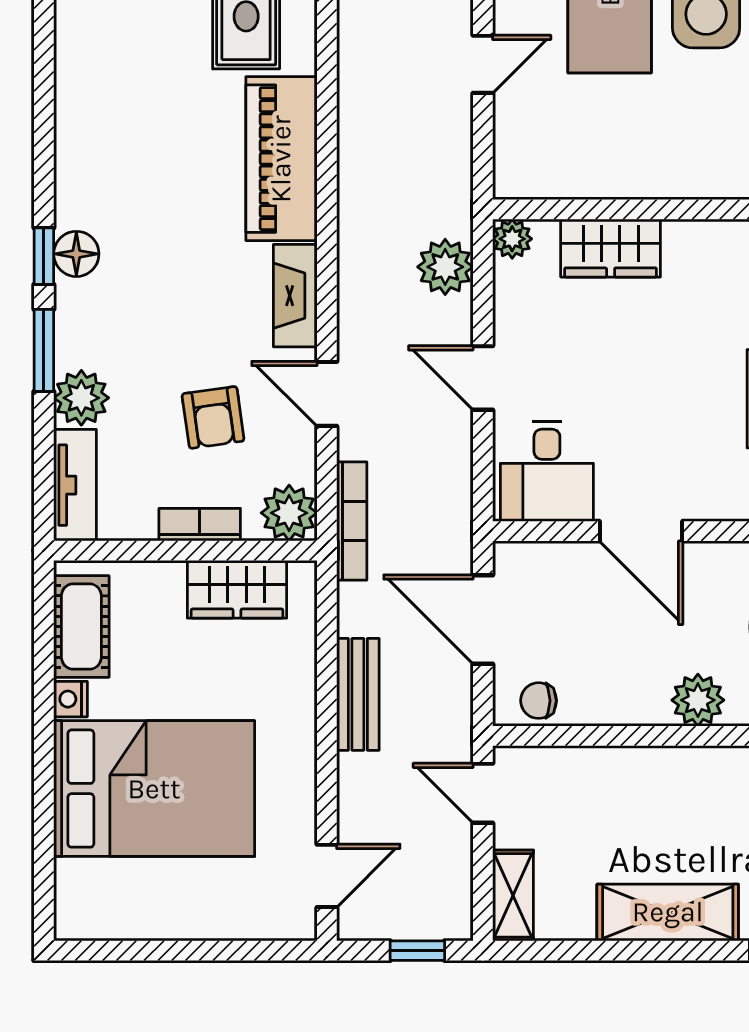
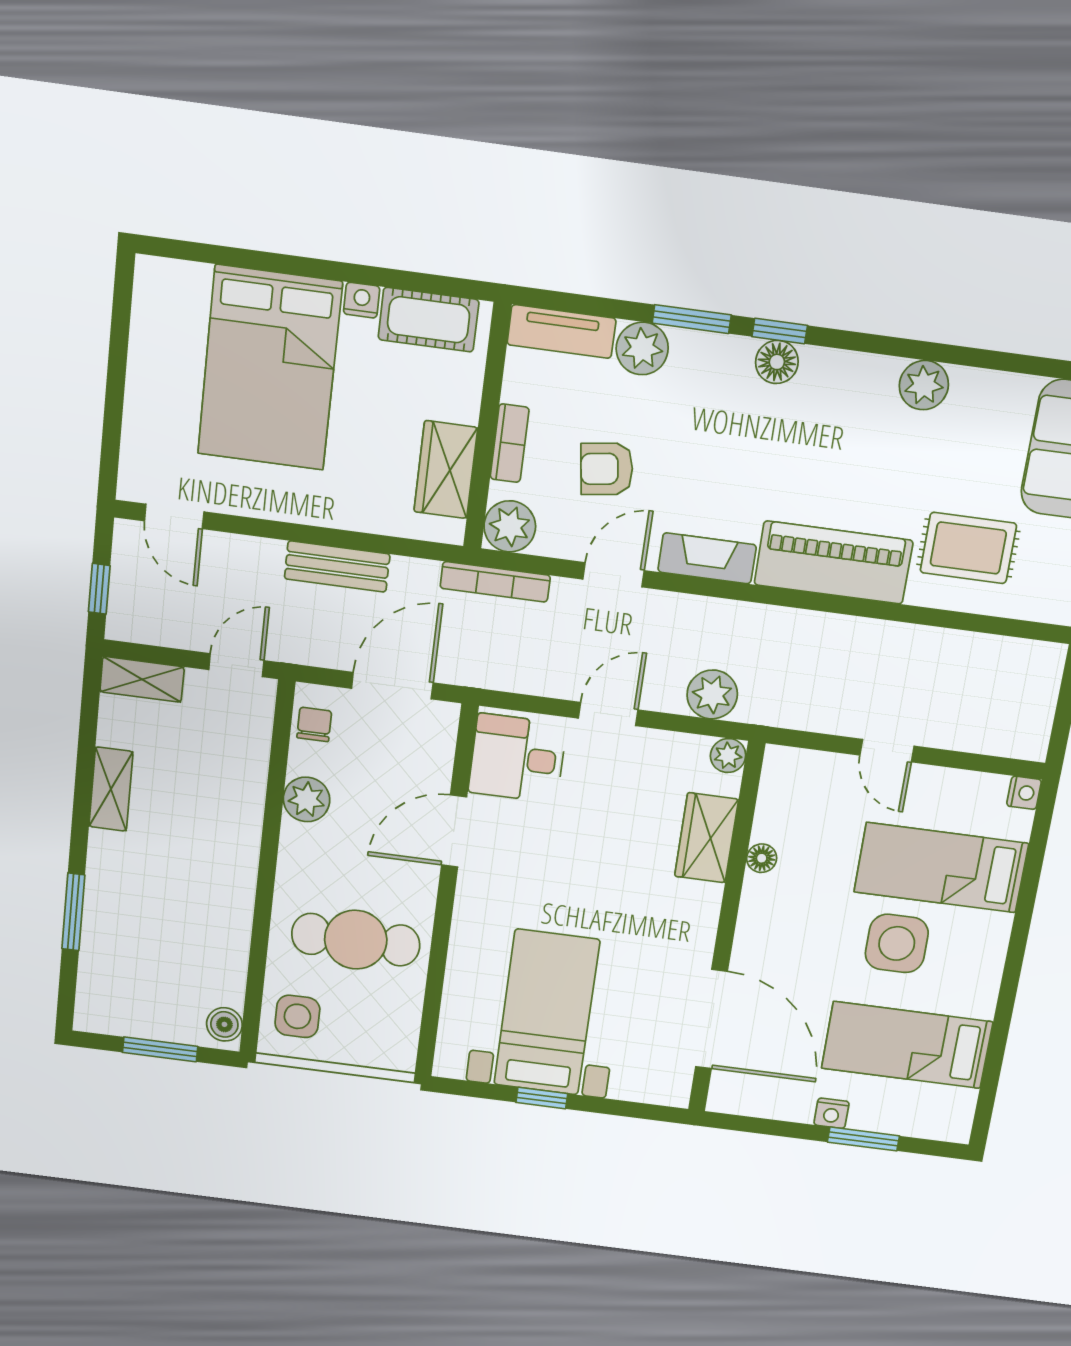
plant: (80, 95) -> (924, 385), added
floor lamp: (626, 183) -> (762, 858), added
plant: (698, 700) -> (307, 799), moved
shelving: (668, 912) -> (111, 789), width x0.67, depth x0.75

